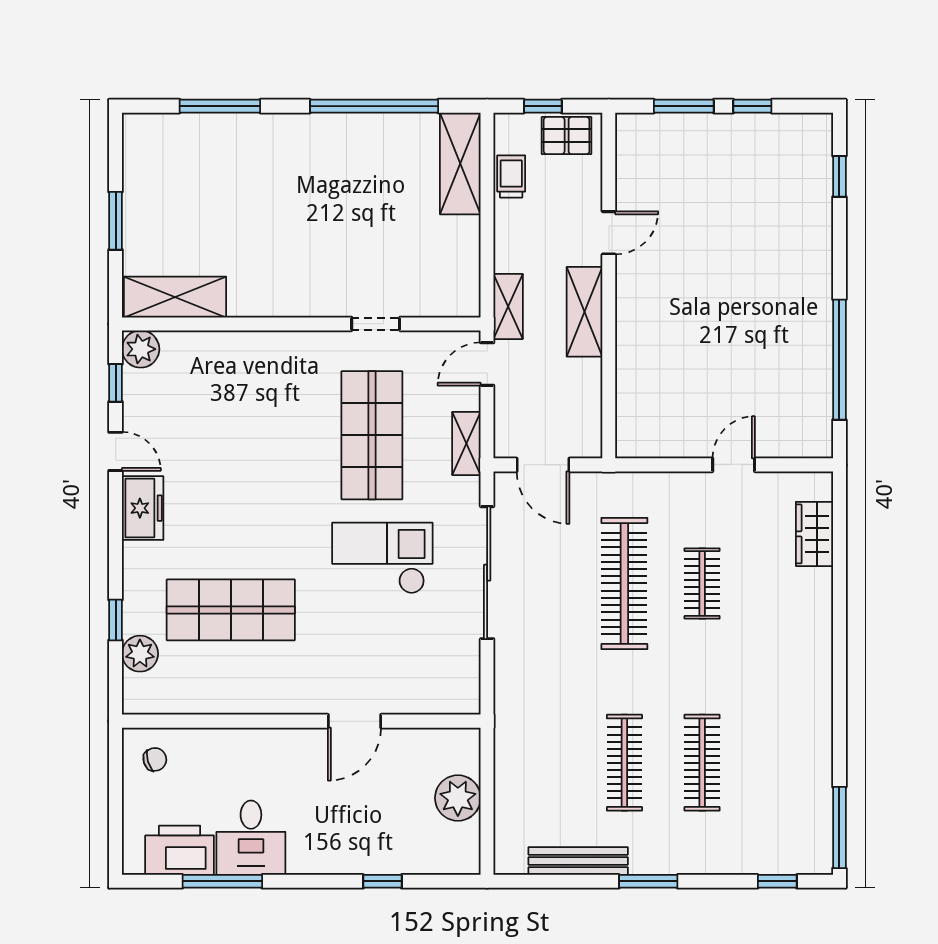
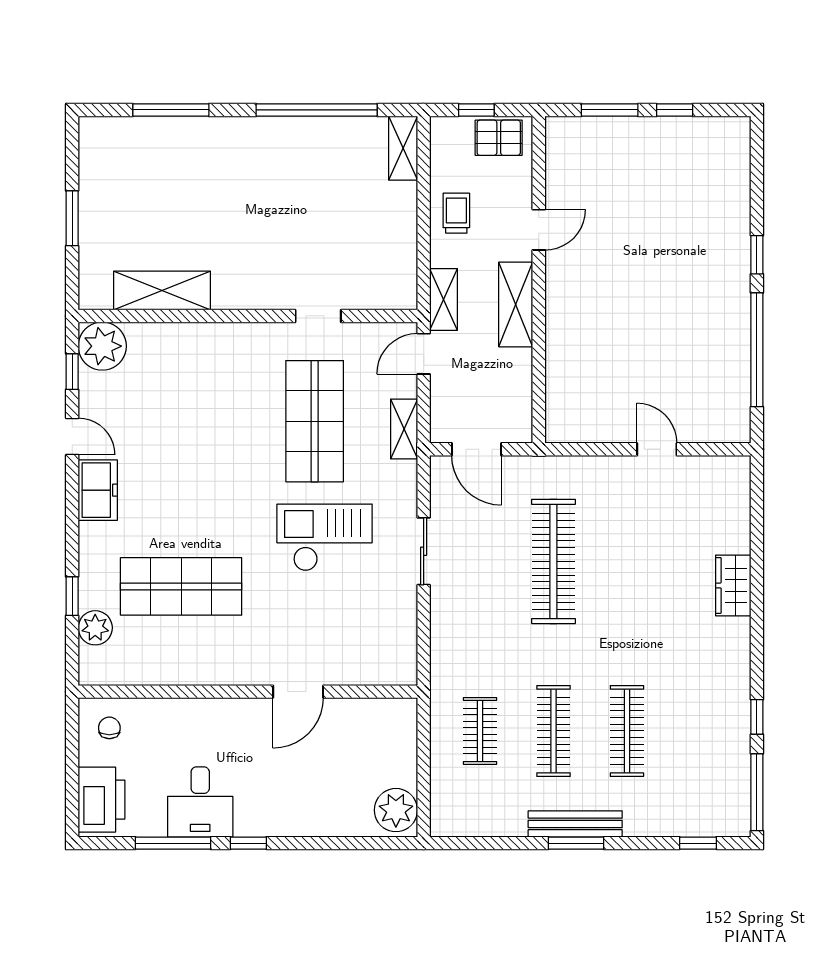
shelving: (460, 163) -> (403, 148), width x0.67, depth x0.75
trolley: (511, 176) -> (456, 213), moved
window: (839, 176) -> (757, 255), moved
shelving: (175, 297) -> (162, 291), moved
plant: (141, 349) -> (102, 346), width x1.36, depth x1.36
door: (734, 465) -> (657, 449), hinge flipped
wardrobe: (814, 534) -> (733, 585), moved
sliding door: (487, 573) -> (424, 551), width x0.54
clothes rail: (702, 583) -> (480, 731), moved
window: (839, 748) -> (757, 717), added
chair: (155, 759) -> (109, 728), turned -74
plant: (458, 798) -> (396, 810), moved
printer: (180, 850) -> (102, 800), moved, turned 90
bench: (578, 861) -> (575, 824), moved
window: (382, 881) -> (248, 843), moved

